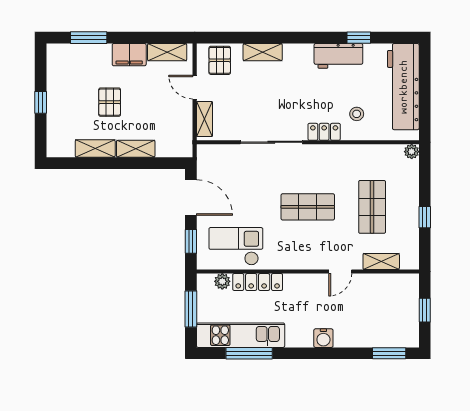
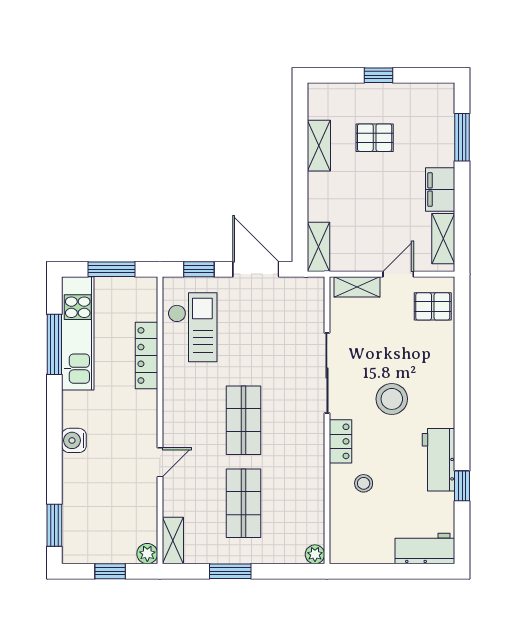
shelving: (263, 52) -> (443, 362), removed
workbench: (403, 87) -> (425, 549), width x0.53, depth x0.76
stool: (291, 92) -> (392, 399), added
pallet: (110, 102) -> (375, 138), moved
shelving: (136, 149) -> (318, 247), moved
door: (191, 197) -> (256, 269), swing flipped
shop shelf: (372, 207) -> (243, 503), turned 90
window: (425, 217) -> (230, 571), width x1.50
shelving: (381, 261) -> (173, 540), moved
door: (340, 272) -> (160, 462), swing flipped
plant: (222, 281) -> (147, 554), moved

